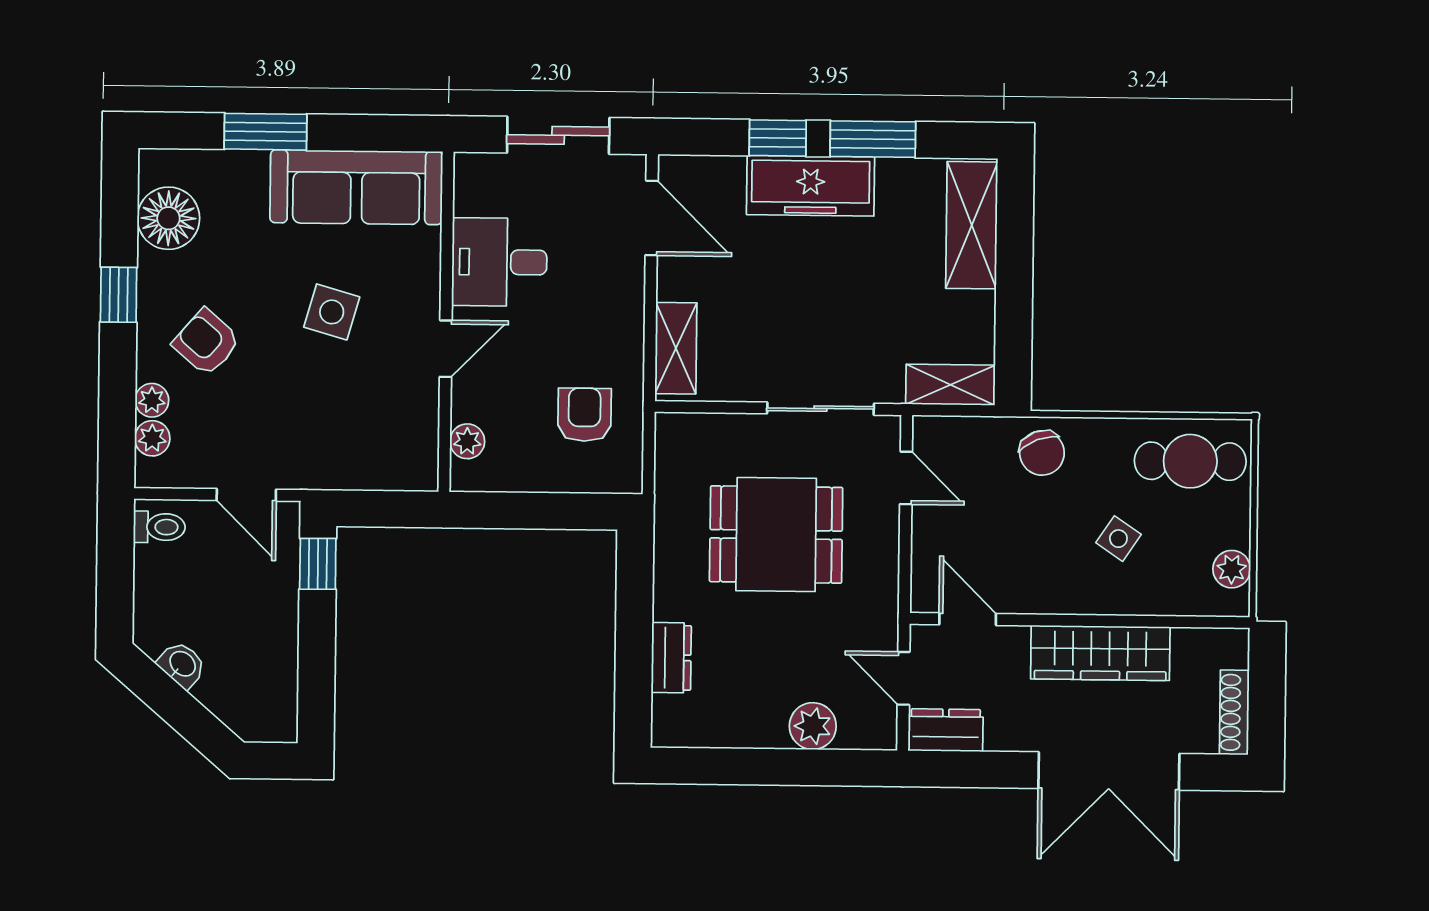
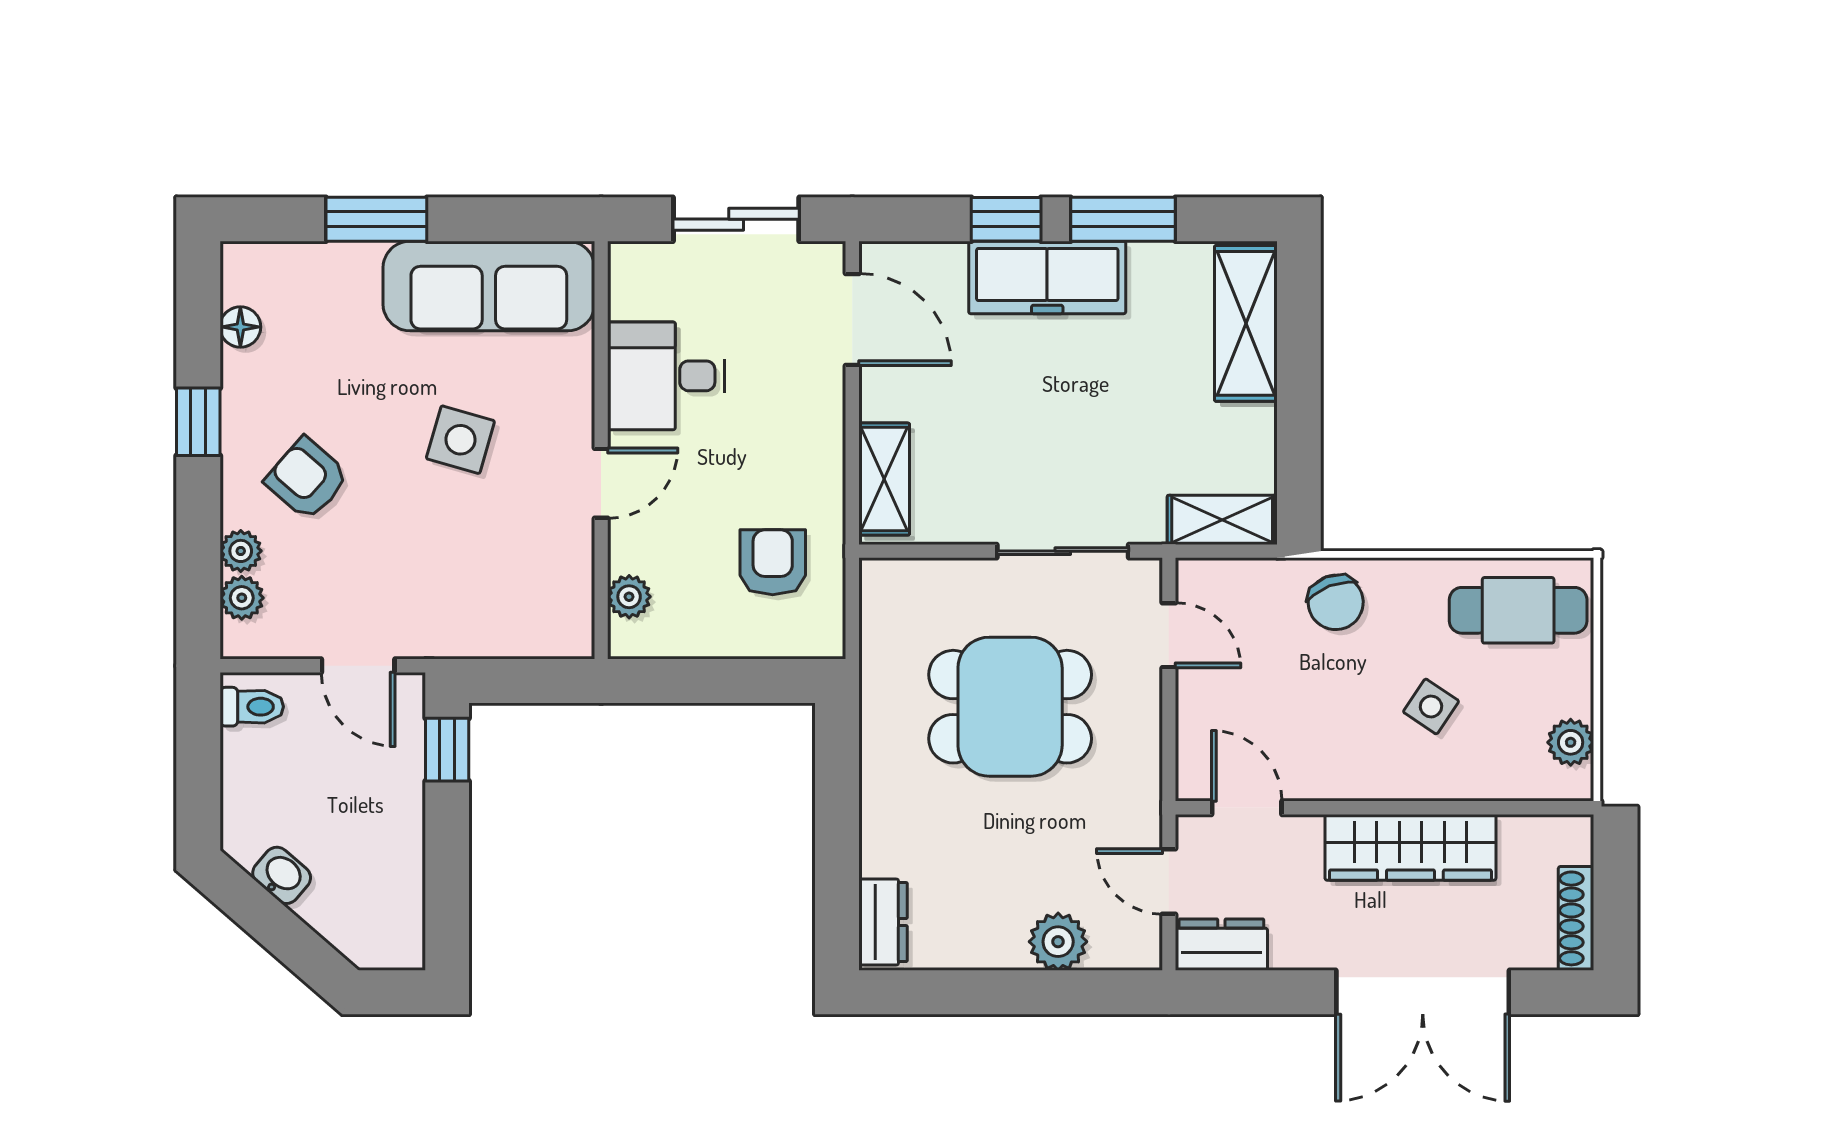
floor lamp: (168, 218) -> (240, 327), width x0.53, depth x0.53
dresser: (671, 658) -> (883, 922), moved

